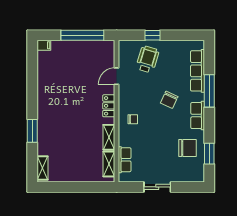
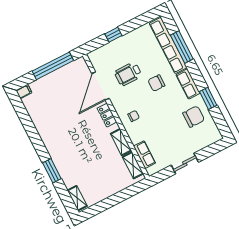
wheelchair: (148, 59) -> (128, 74), moved, turned -107
row of seats: (198, 71) -> (168, 45), width x1.36
door: (117, 76) -> (100, 86), width x1.87
window: (209, 91) -> (182, 47), moved
chair: (169, 100) -> (156, 83), turned 65
window: (209, 154) -> (208, 98), moved

